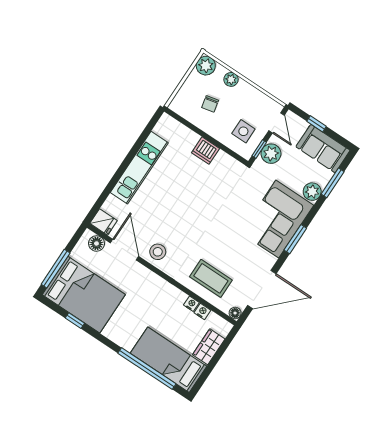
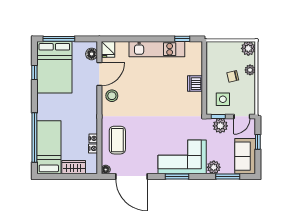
chair: (210, 104) -> (233, 76), moved
window: (147, 132) -> (182, 39), added

